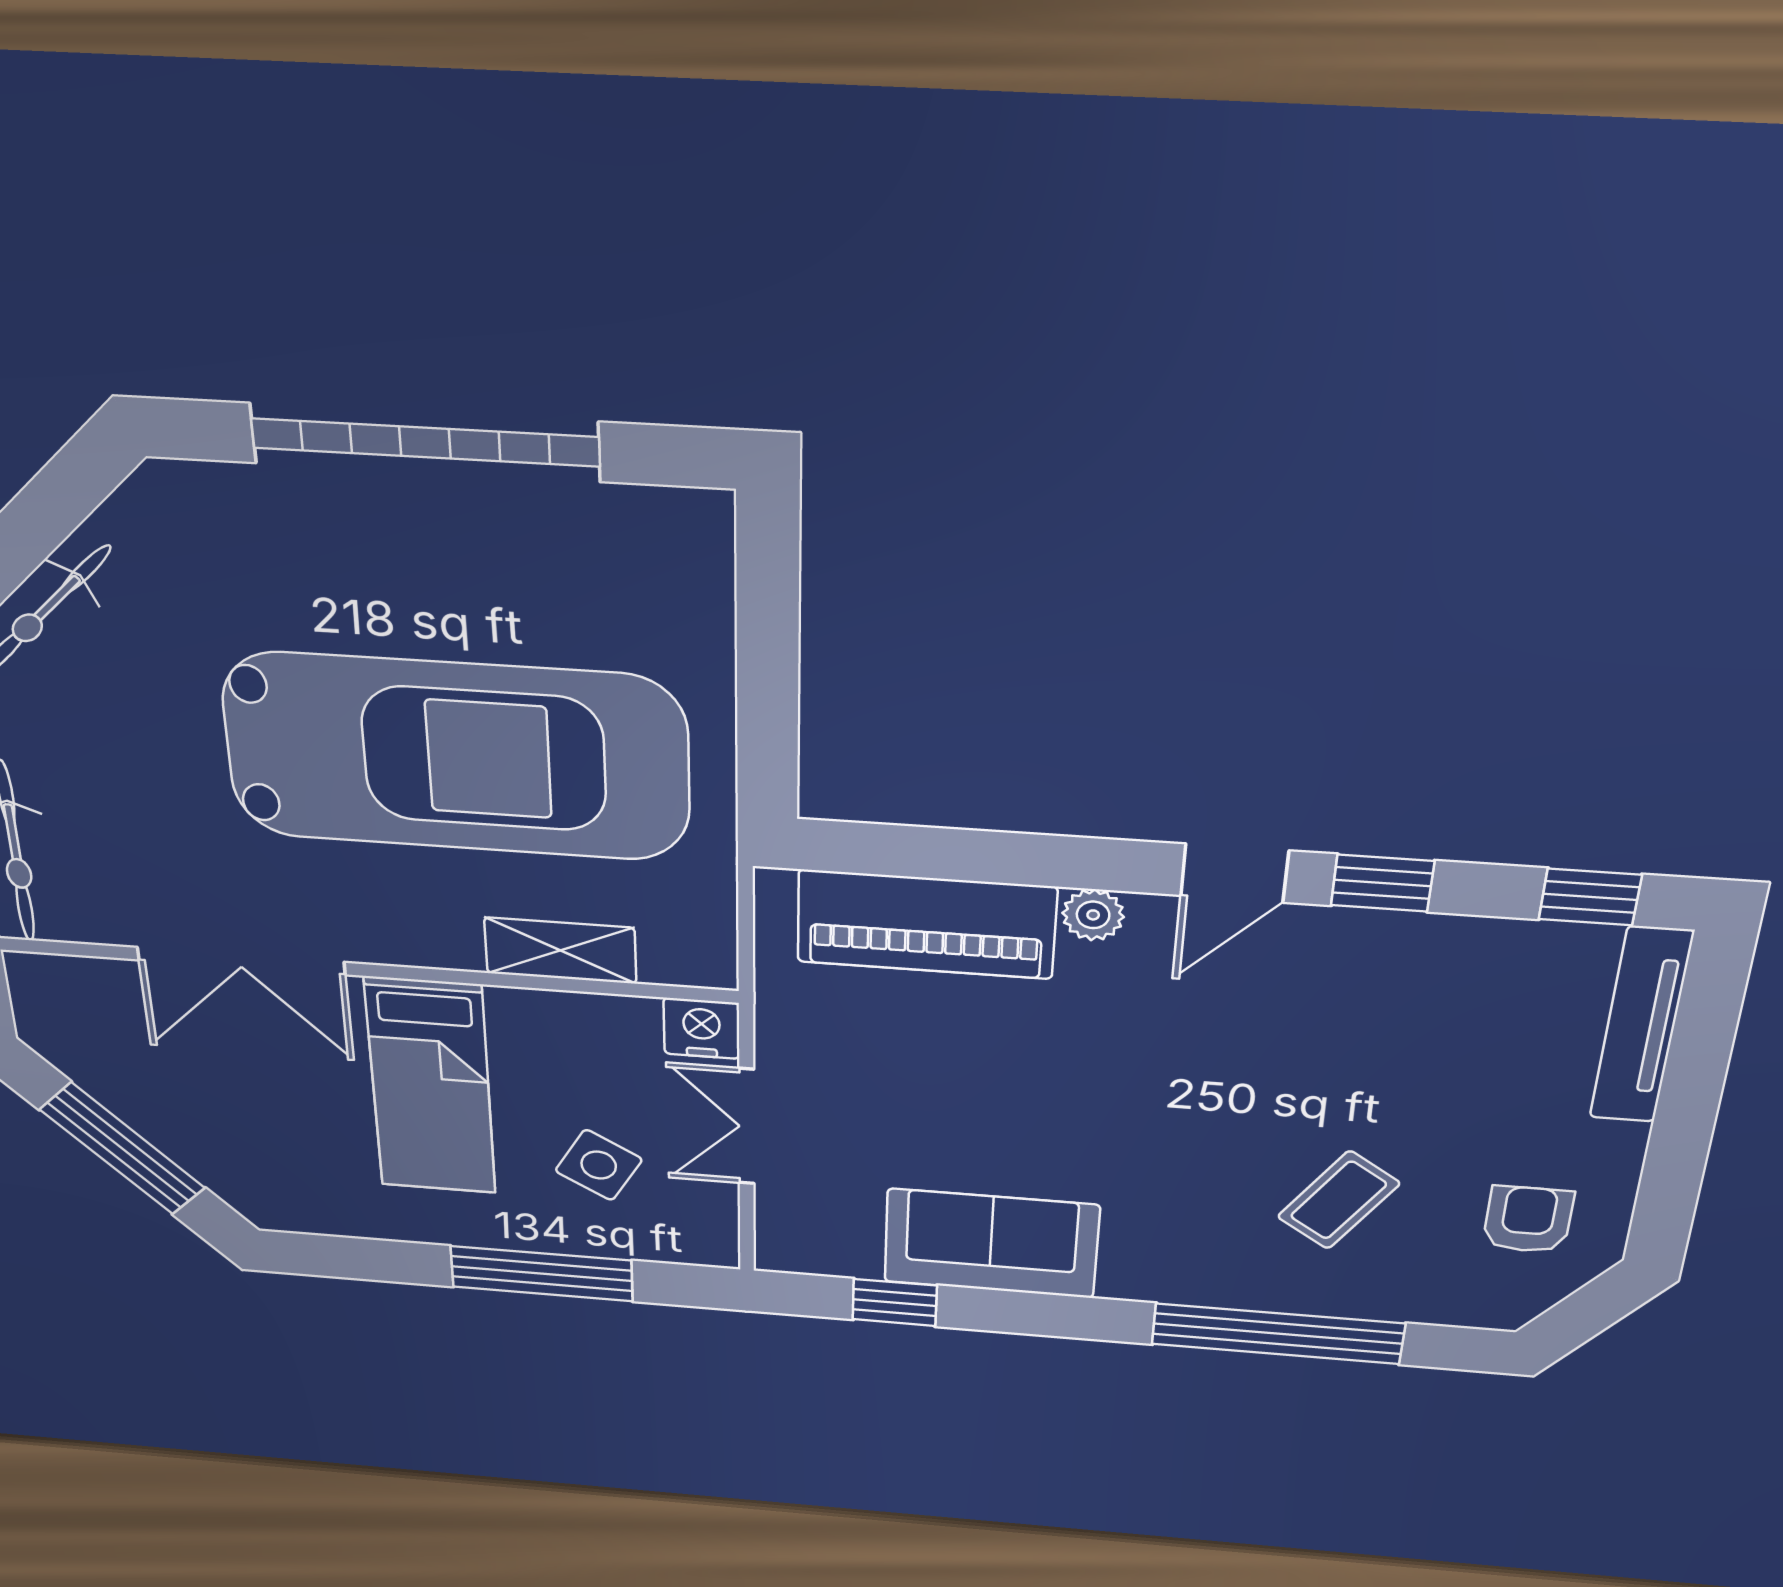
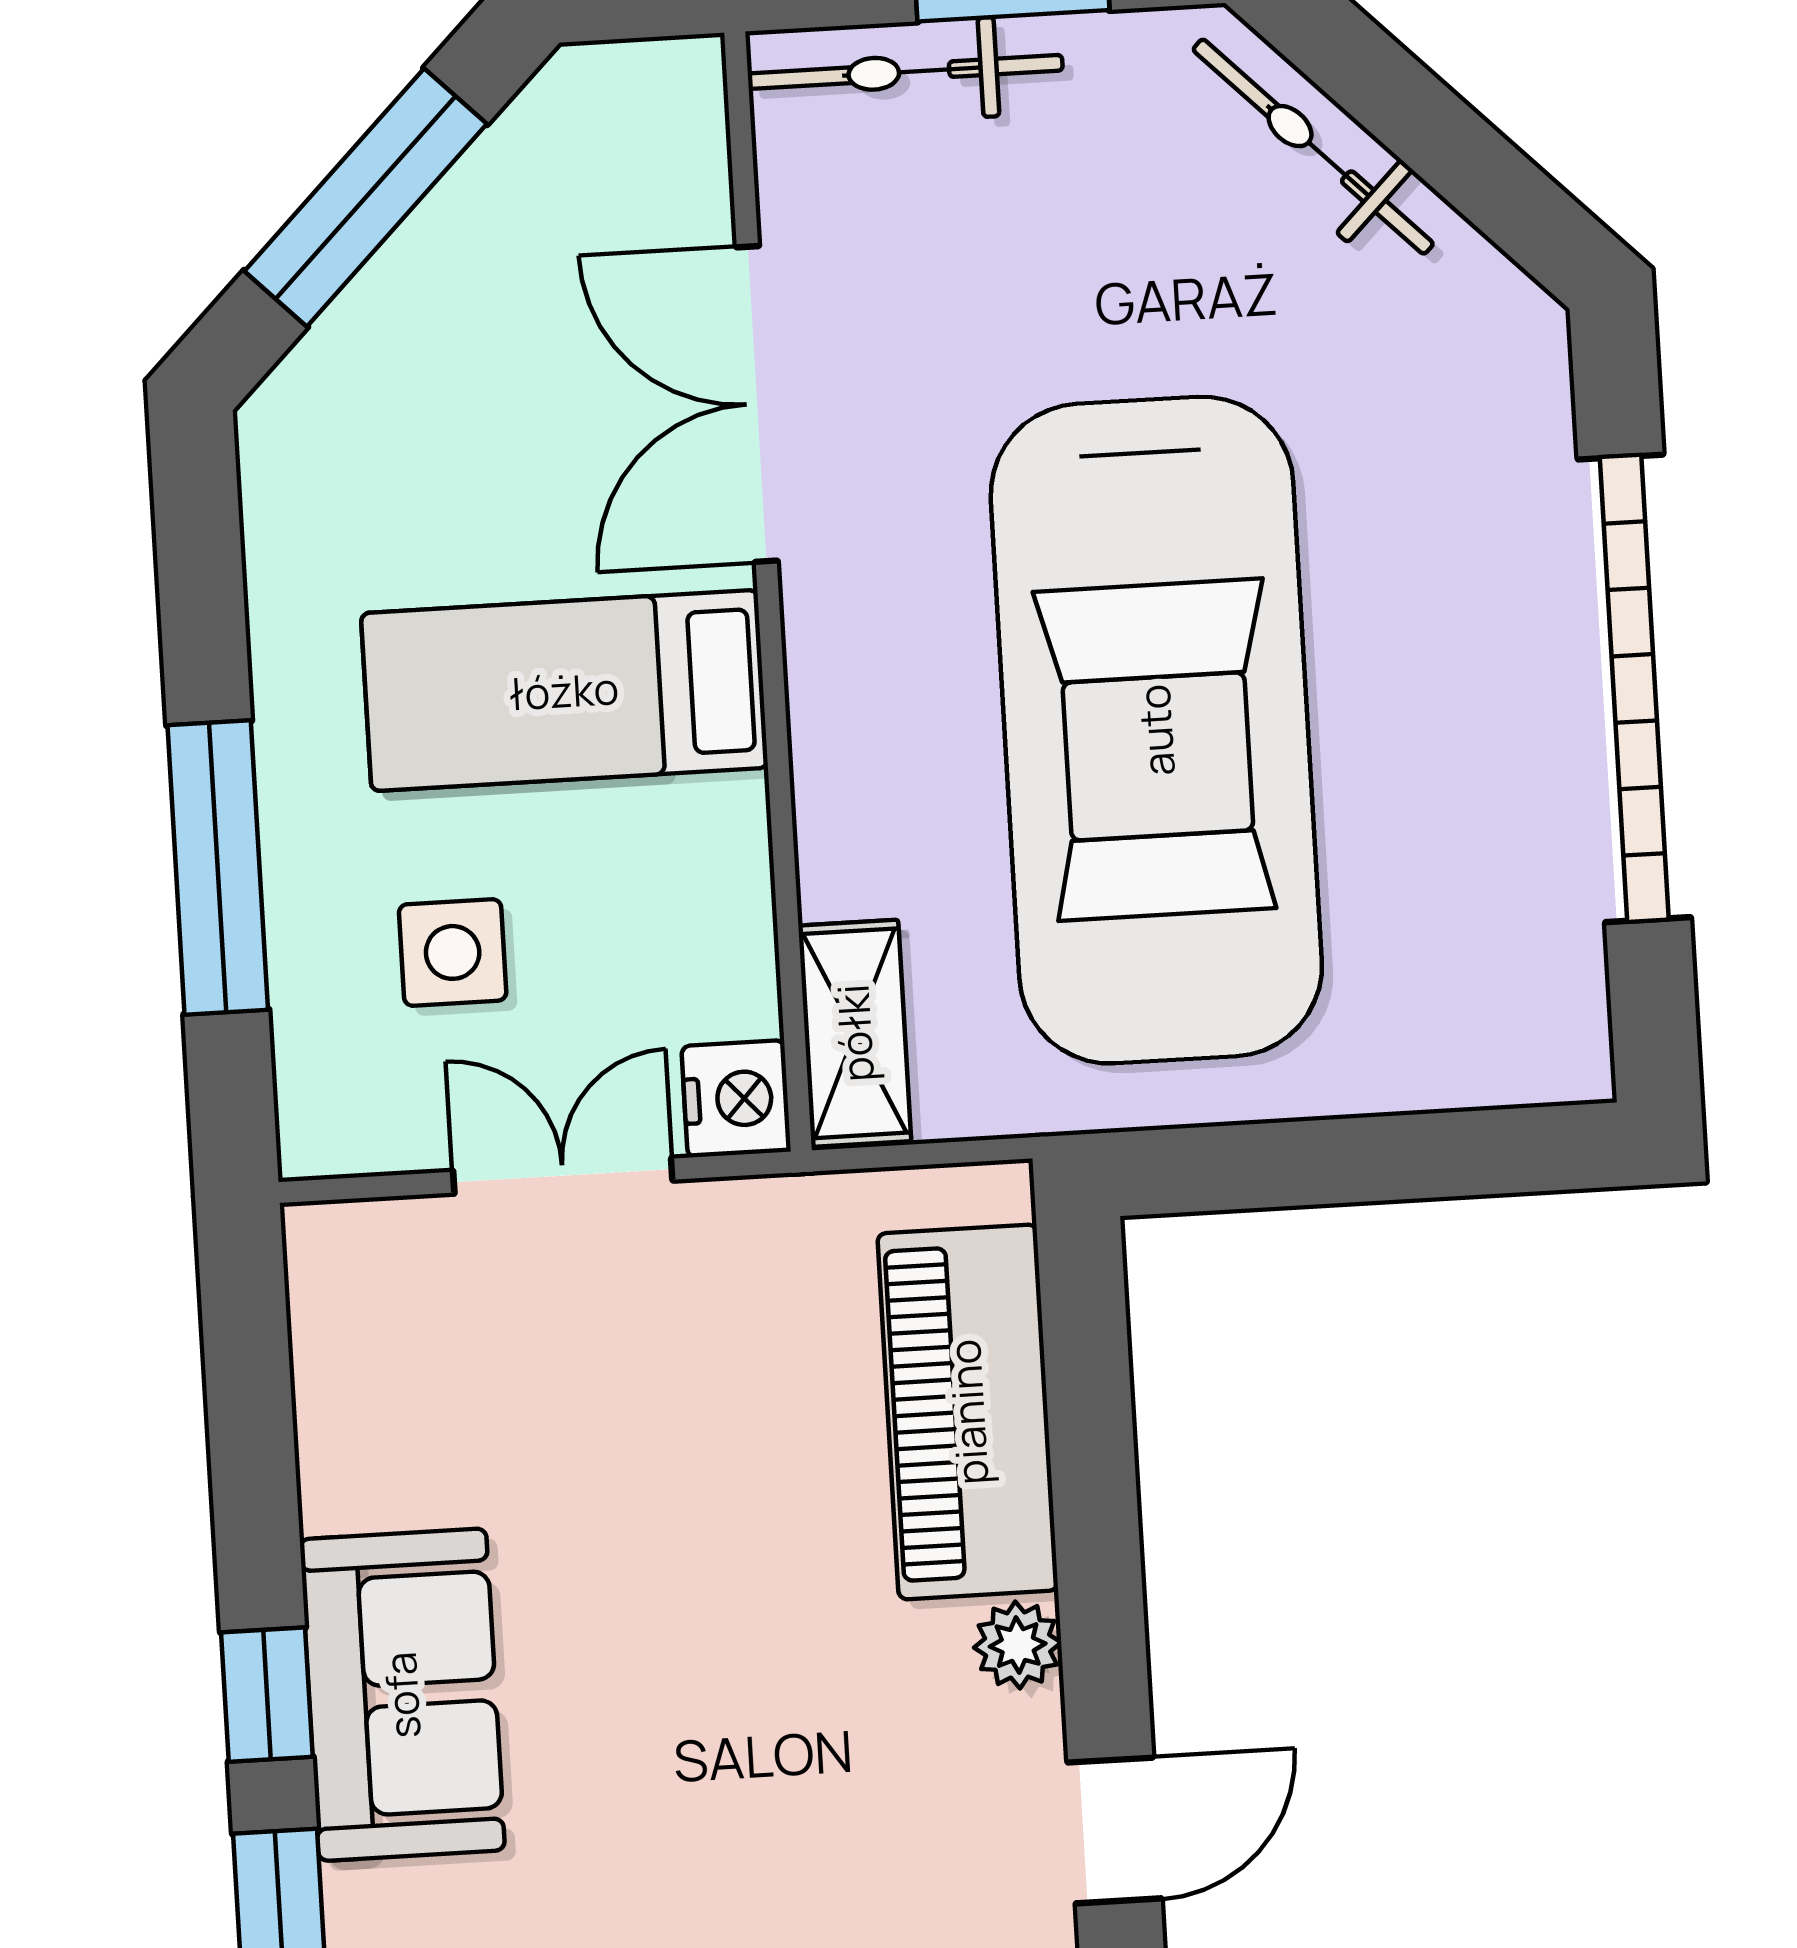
door: (1235, 873) -> (1114, 1830), swing flipped
shelving: (560, 950) -> (855, 1033), moved
side table: (599, 1165) -> (453, 952), turned -30
sofa: (991, 1244) -> (402, 1695), moved
window: (895, 1302) -> (267, 1695), moved

